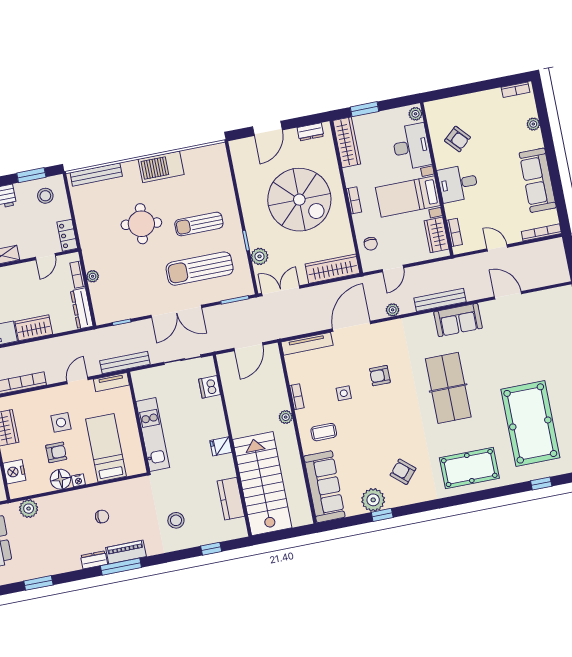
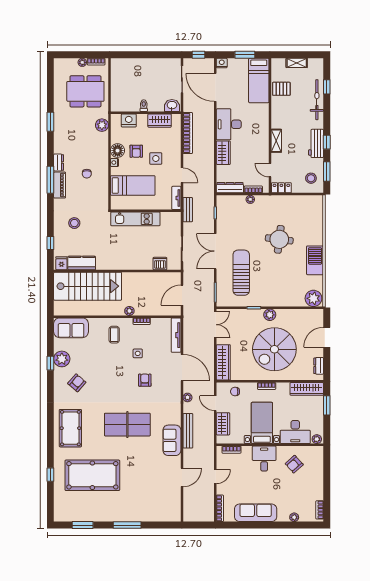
door: (267, 128) -> (327, 337), hinge flipped
plant: (216, 158) -> (313, 298), added
bench: (96, 174) -> (319, 215), removed
sun lounger: (199, 224) -> (271, 278), removed
wardrobe: (437, 235) -> (223, 424), moved, turned 90
plant: (260, 256) -> (270, 315), moved
door: (248, 347) -> (182, 295), hinge flipped
bench: (125, 363) -> (188, 210), width x0.73
fridge: (221, 446) -> (61, 263), moved
sofa: (324, 487) -> (71, 328), width x0.73

